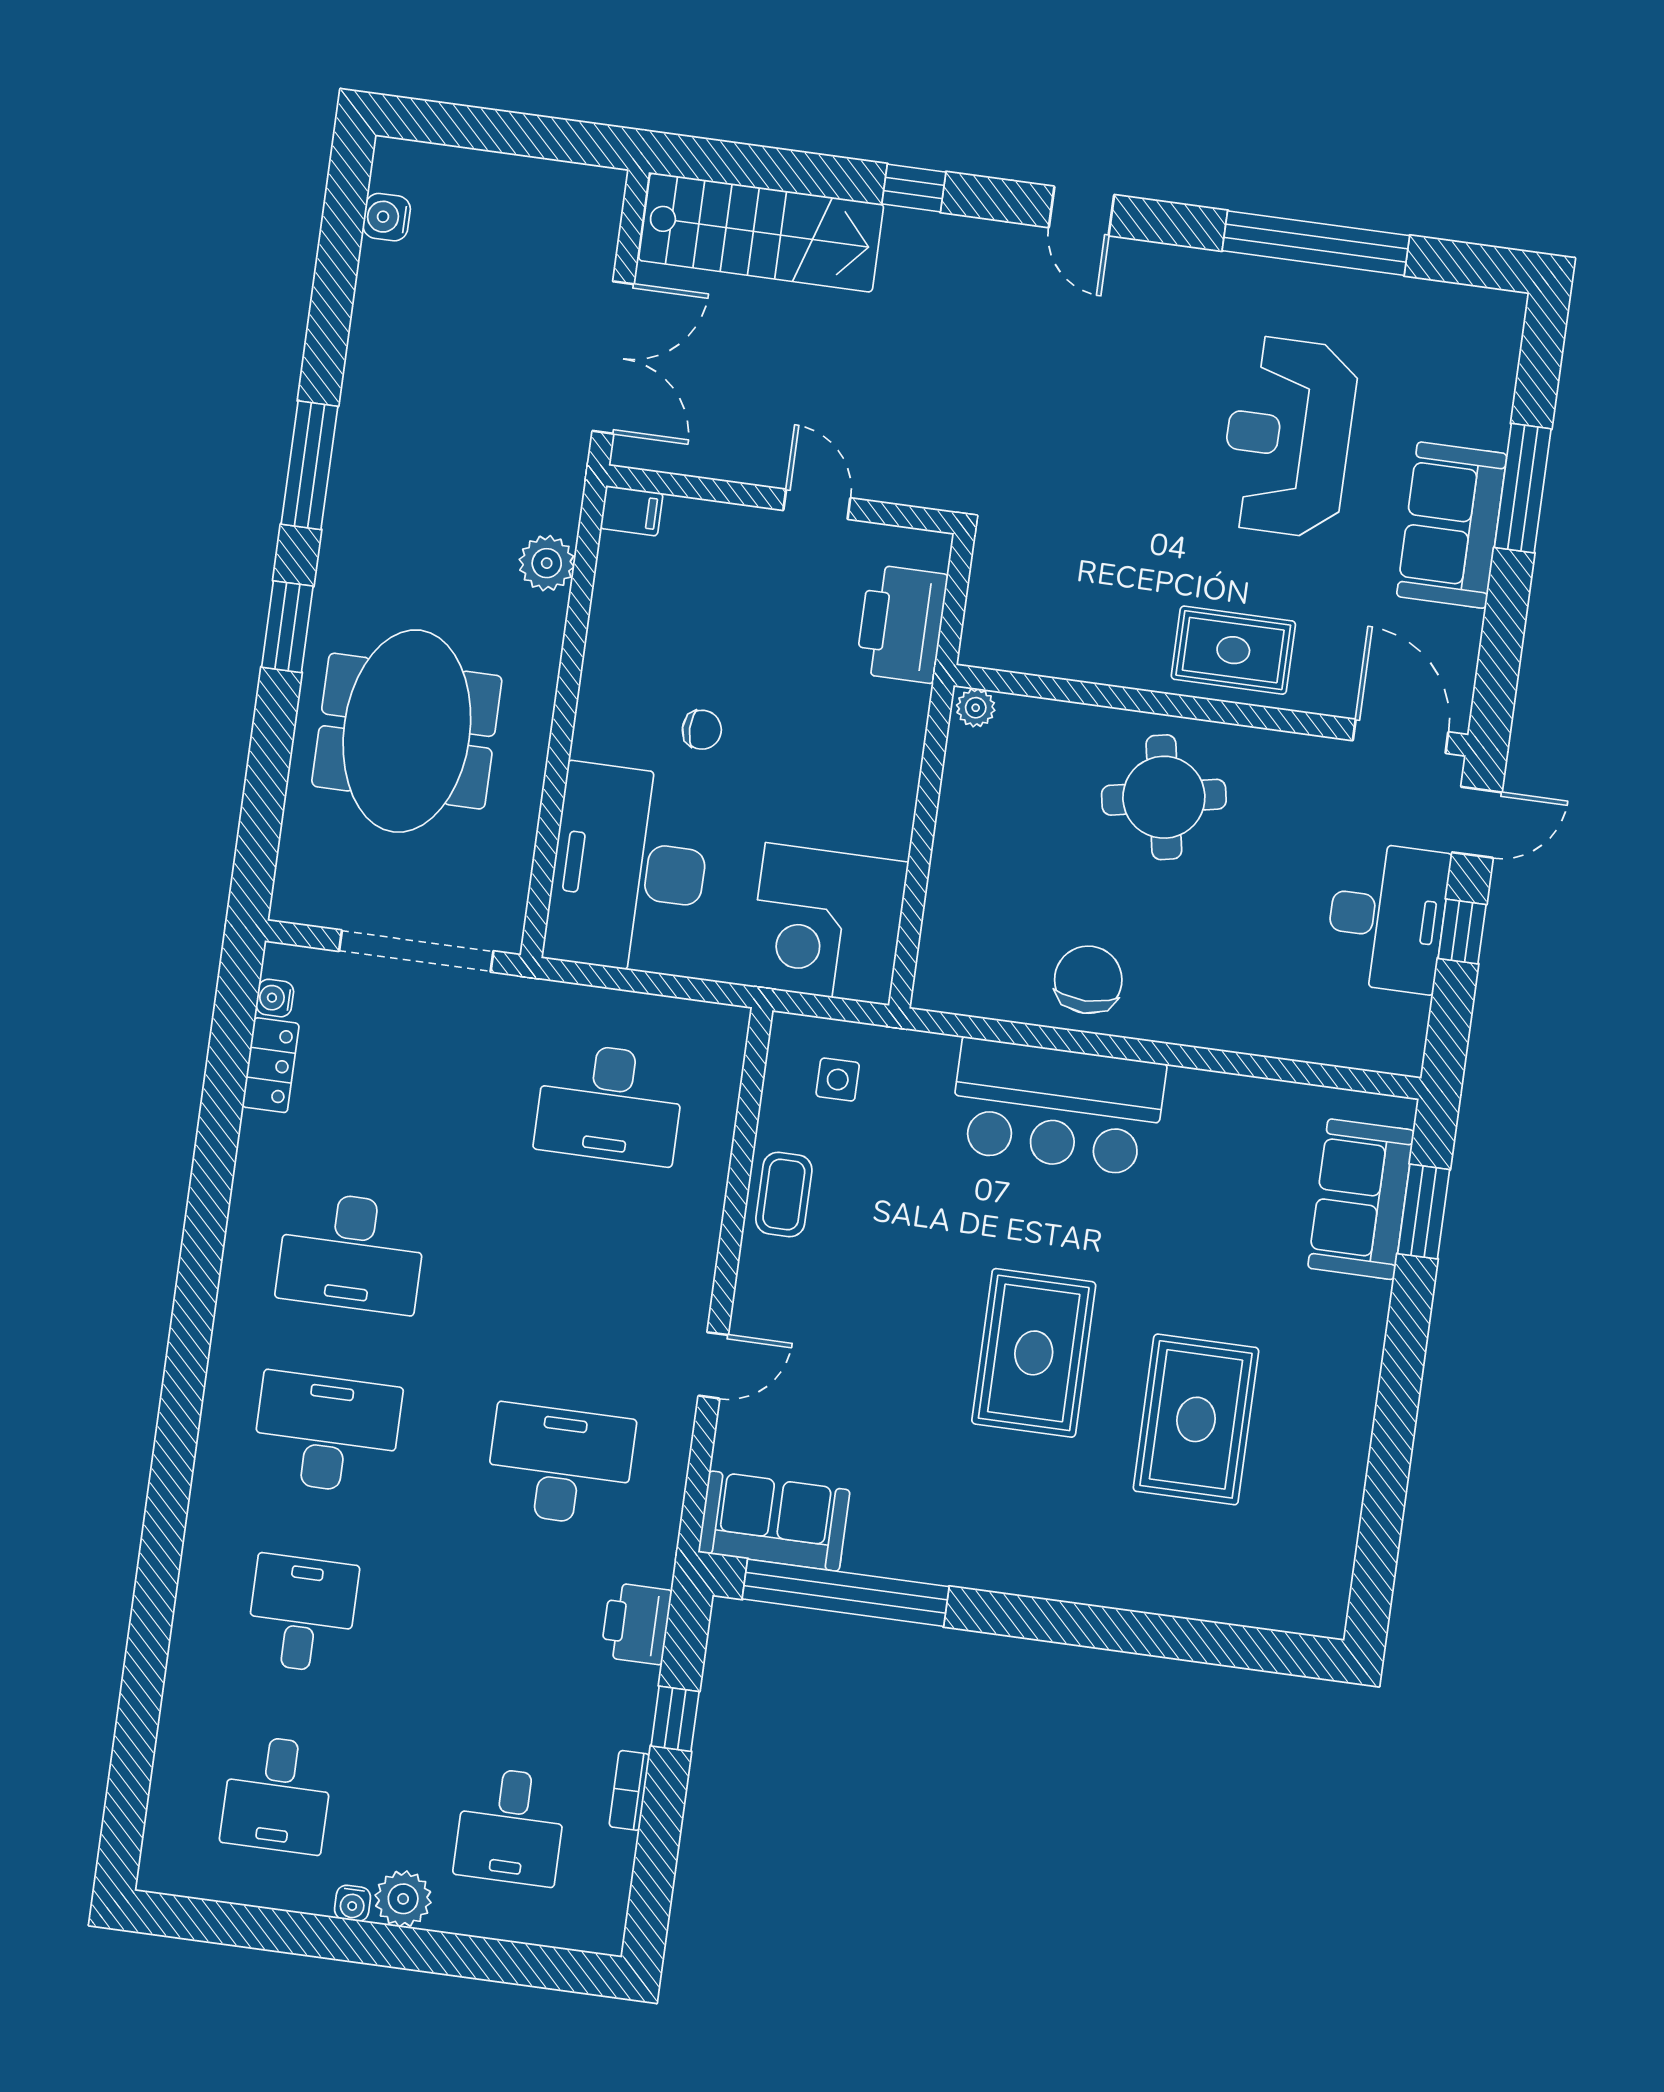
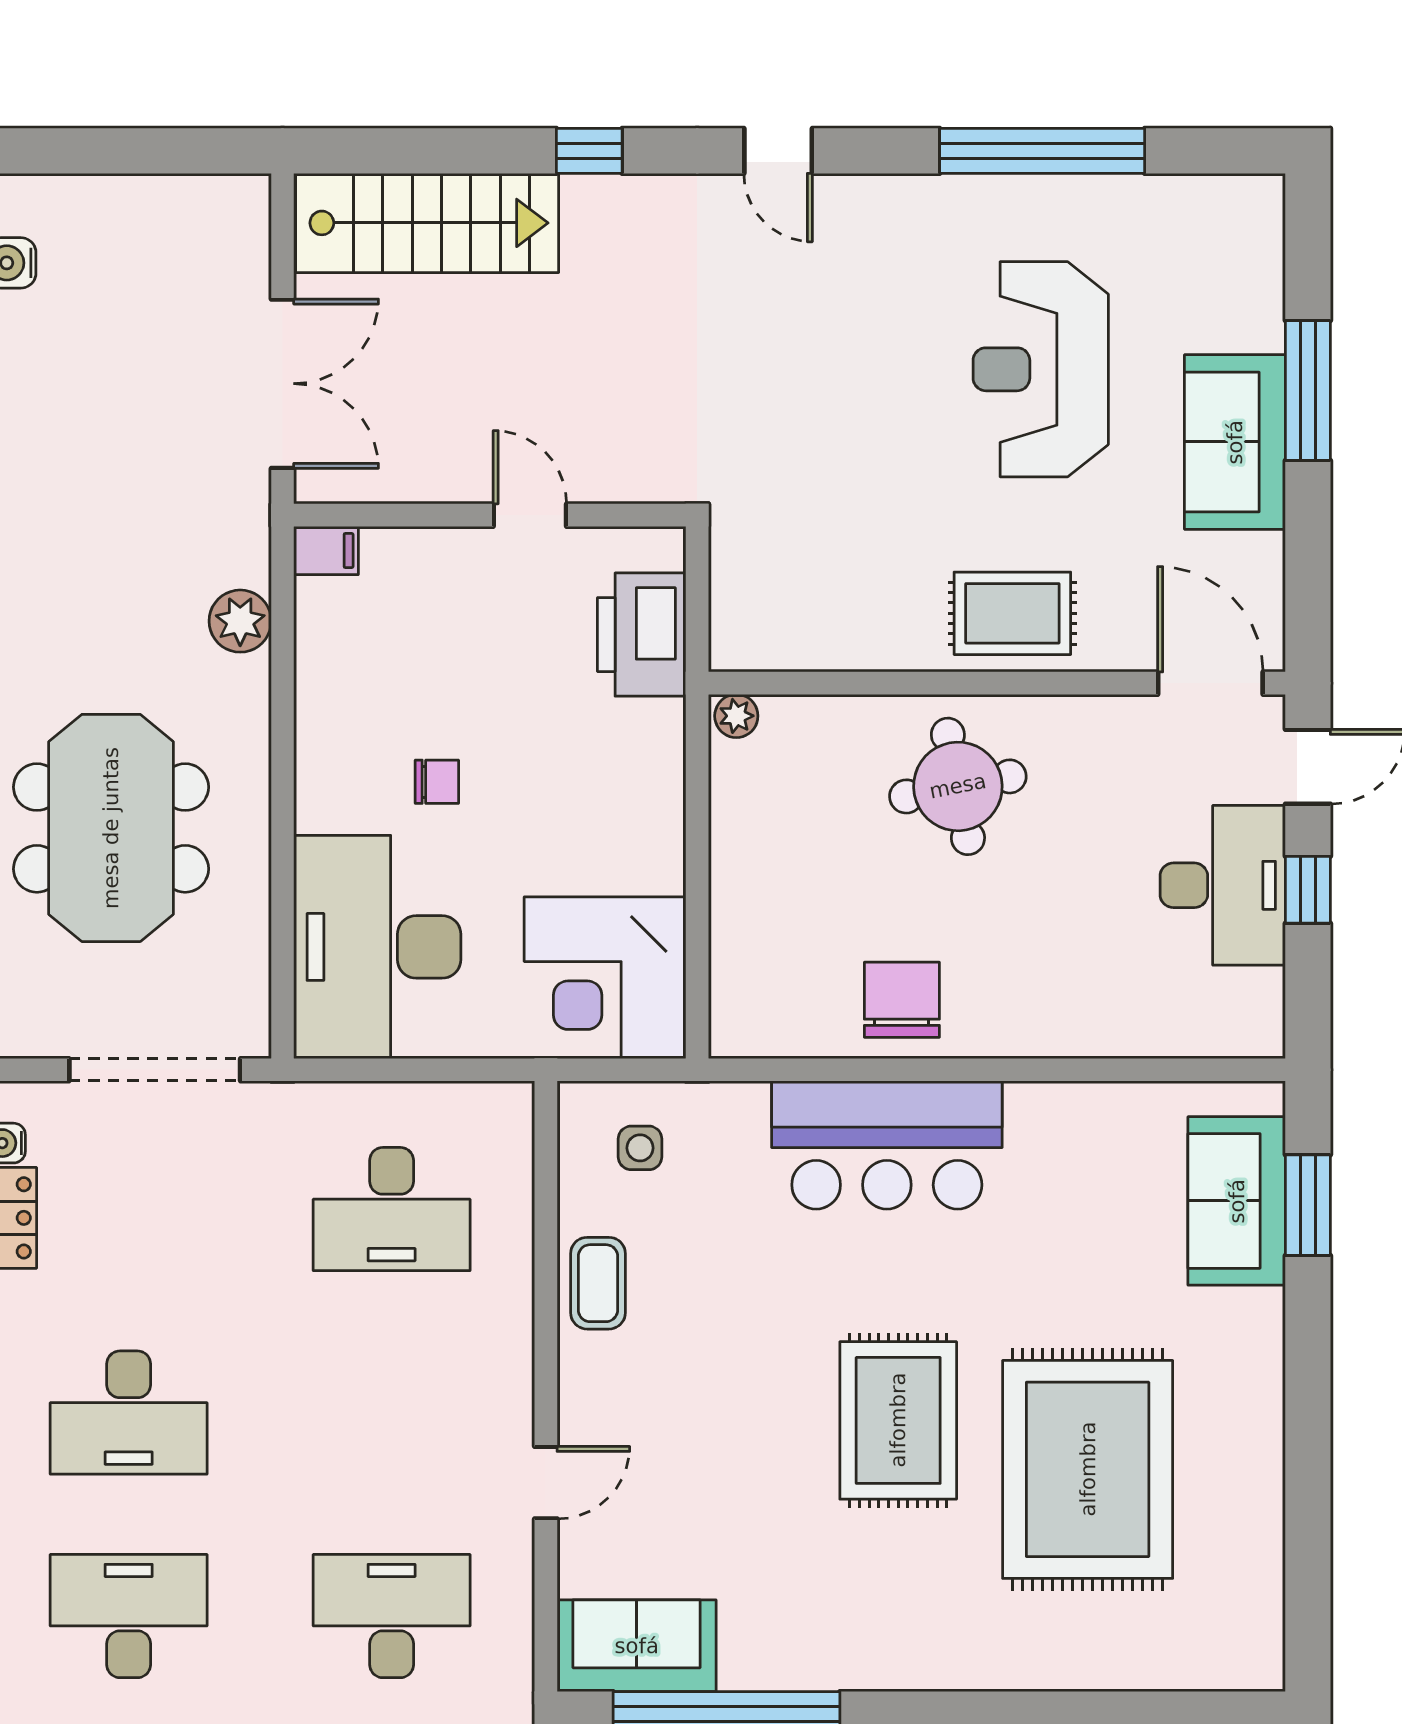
rug: (1196, 1419) -> (1088, 1469), width x1.37, depth x1.44

